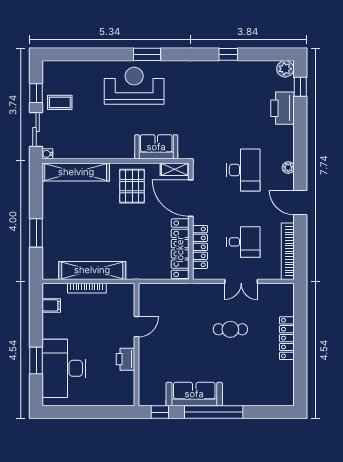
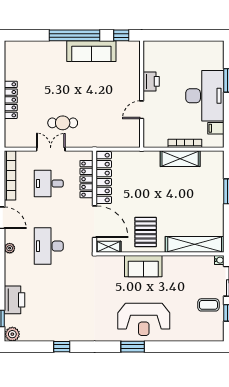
sofa: (156, 147) -> (143, 266), moved
shelving: (92, 270) -> (180, 159), width x0.68
cafe table: (230, 329) -> (63, 123), moved
desk: (64, 368) -> (205, 96), moved

